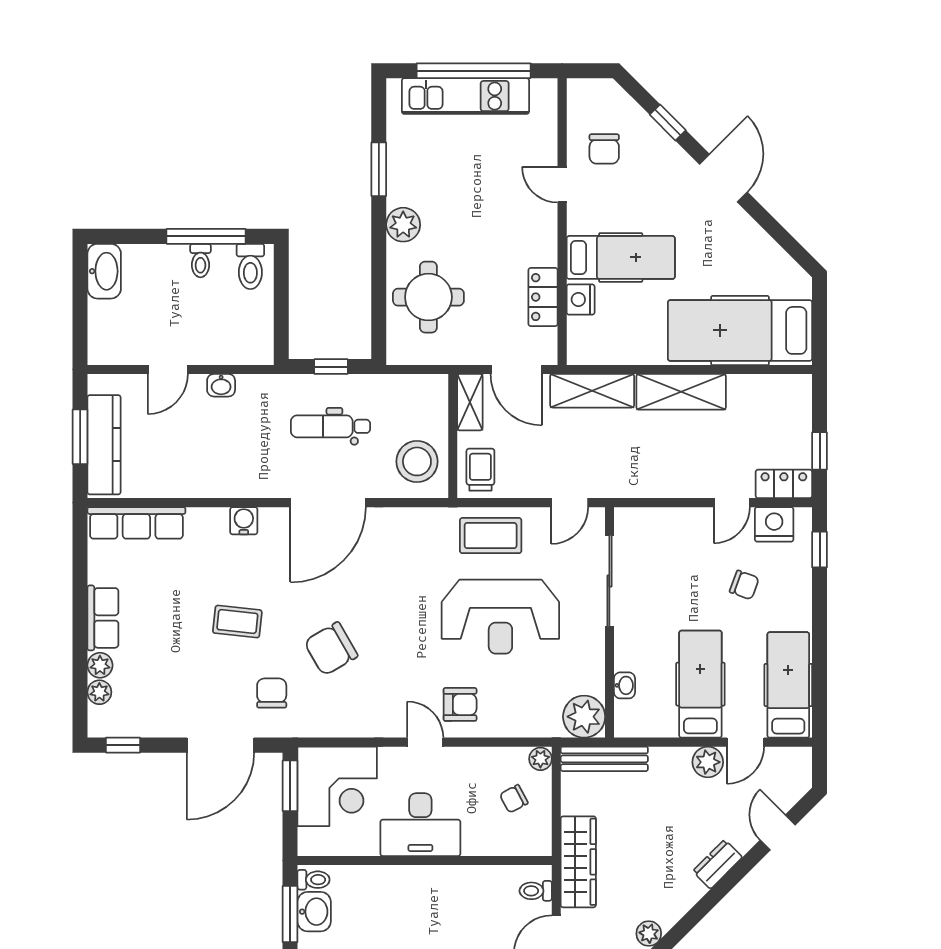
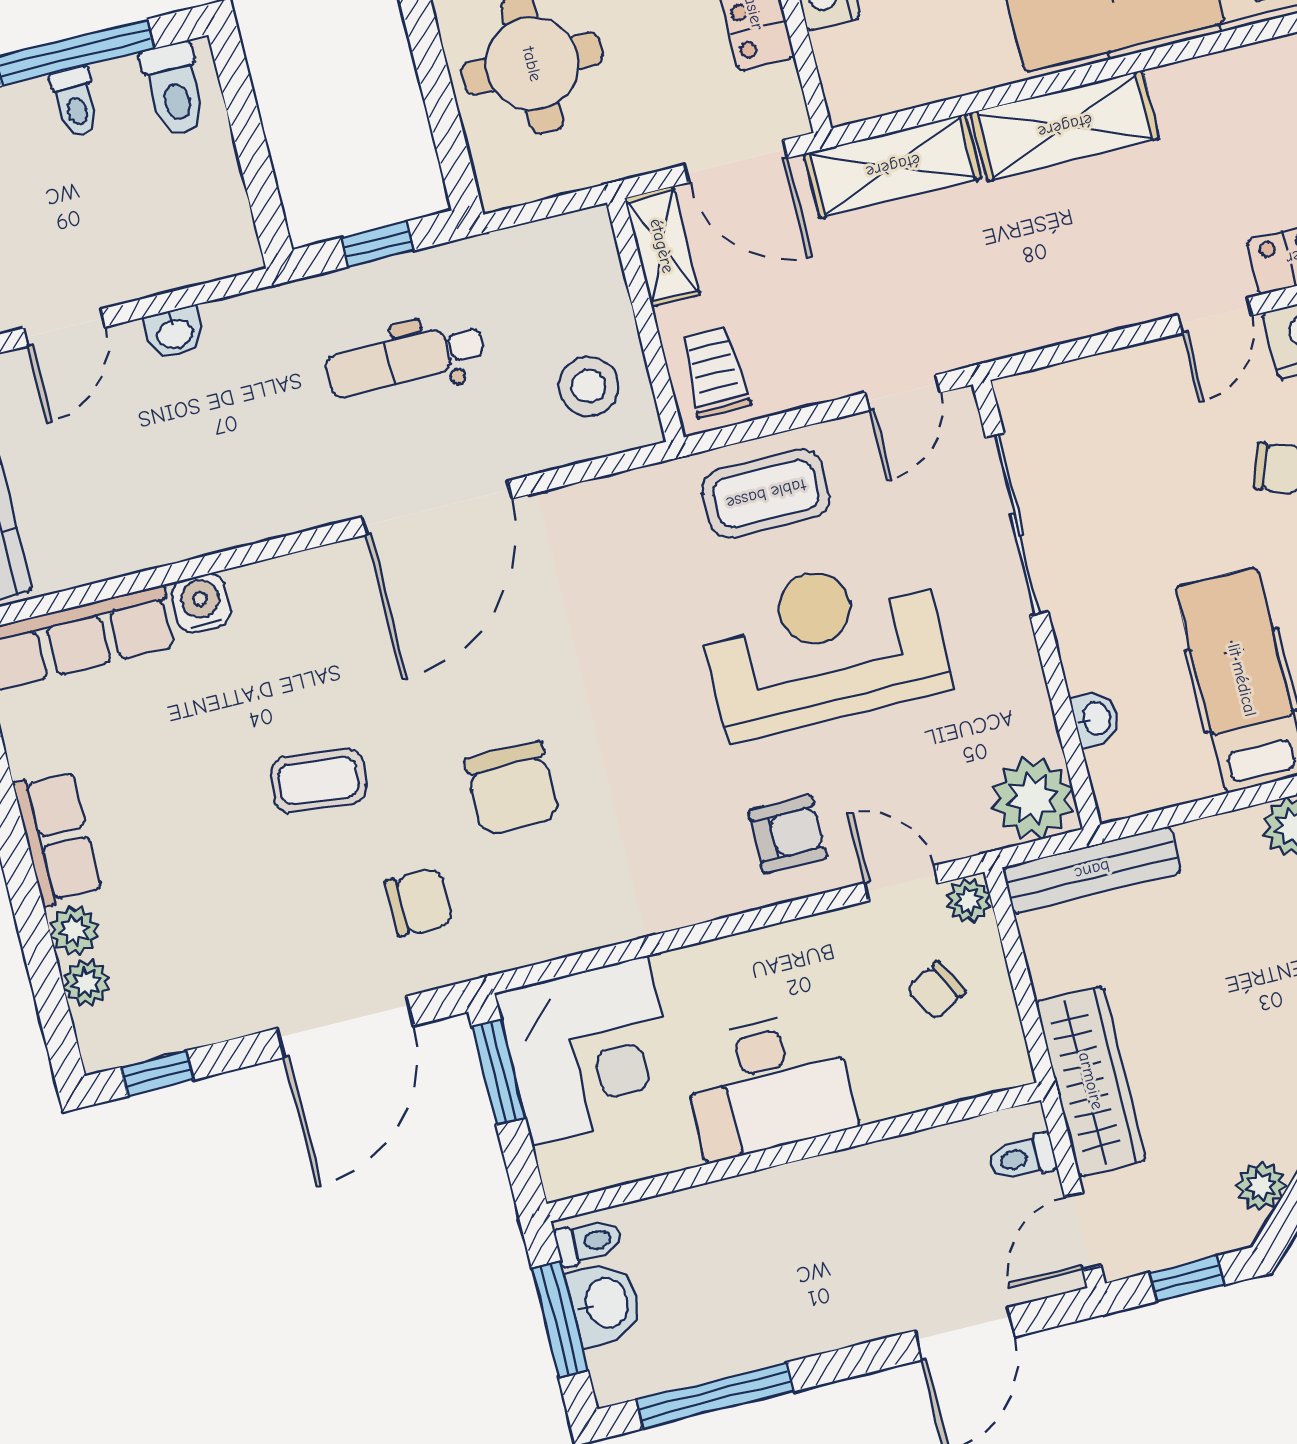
stool: (417, 461) -> (589, 386), width x0.73, depth x0.73
water cooler: (244, 521) -> (201, 603), moved
reception desk: (500, 617) -> (824, 646), turned 180
chair: (331, 649) -> (512, 788), turned -60
chair: (272, 693) -> (419, 902), turned 90
door: (425, 742) -> (901, 883), moved

